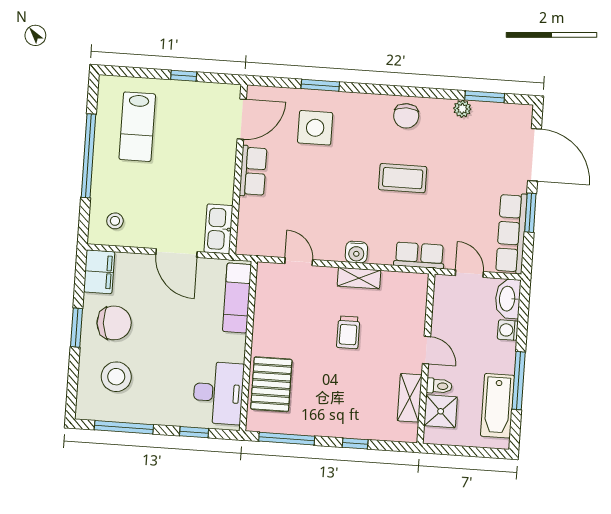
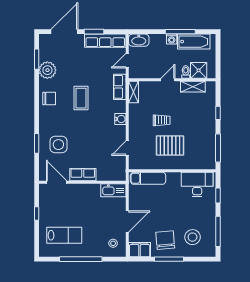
plant: (462, 109) -> (47, 70), width x1.88, depth x1.88
door: (176, 253) -> (127, 222), moved
shelving: (359, 278) -> (134, 92), moved
window: (76, 328) -> (169, 259), width x1.44
washing machine: (508, 330) -> (172, 39), moved
pallet: (271, 384) -> (170, 145), moved

